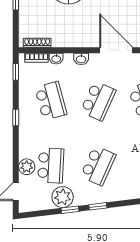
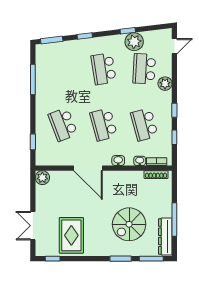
window: (16, 72) -> (174, 137), moved
school desk: (98, 101) -> (104, 124), turned -39
school desk: (98, 166) -> (104, 69), turned -33
plant: (27, 167) -> (165, 84), moved
window: (98, 206) -> (85, 36), moved

